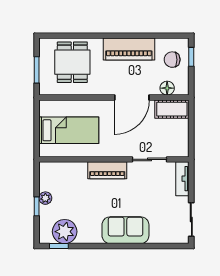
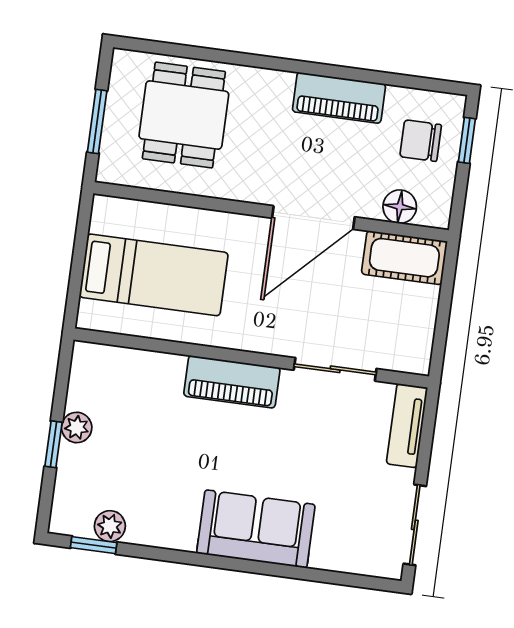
piano: (129, 49) -> (339, 98), width x0.73, depth x0.75
plant: (65, 232) -> (110, 526), width x0.53, depth x0.53

